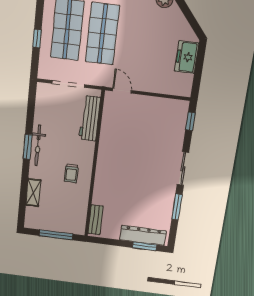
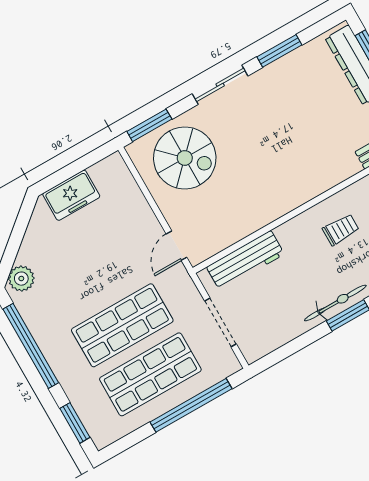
window: (37, 38) -> (191, 405), width x3.17
window: (190, 121) -> (149, 125), width x1.50
spiral stairs: (161, 126) -> (185, 158), added

